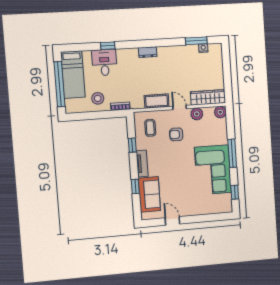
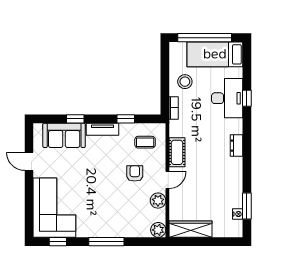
desk: (104, 62) -> (227, 98), width x1.37
wardrobe: (208, 97) -> (190, 229), moved, turned -90
corner sofa: (213, 170) -> (54, 208), moved, turned 90
door: (172, 221) -> (29, 161), swing flipped

